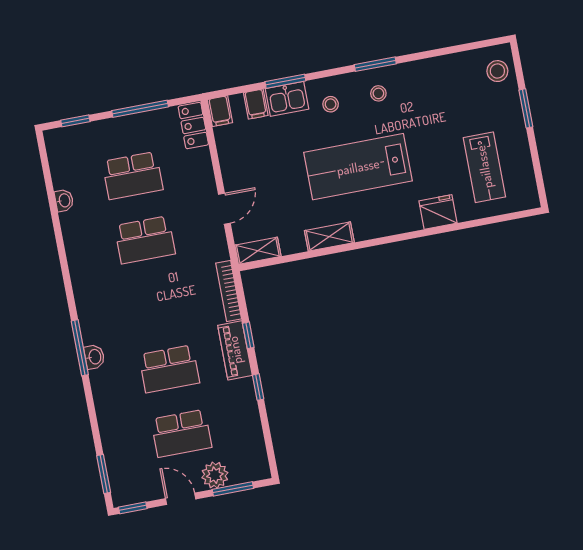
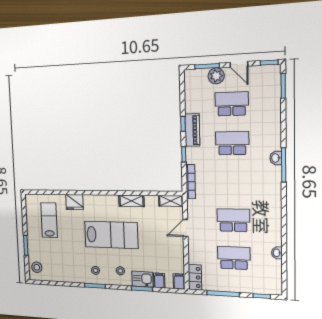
piano: (235, 350) -> (192, 130), moved

